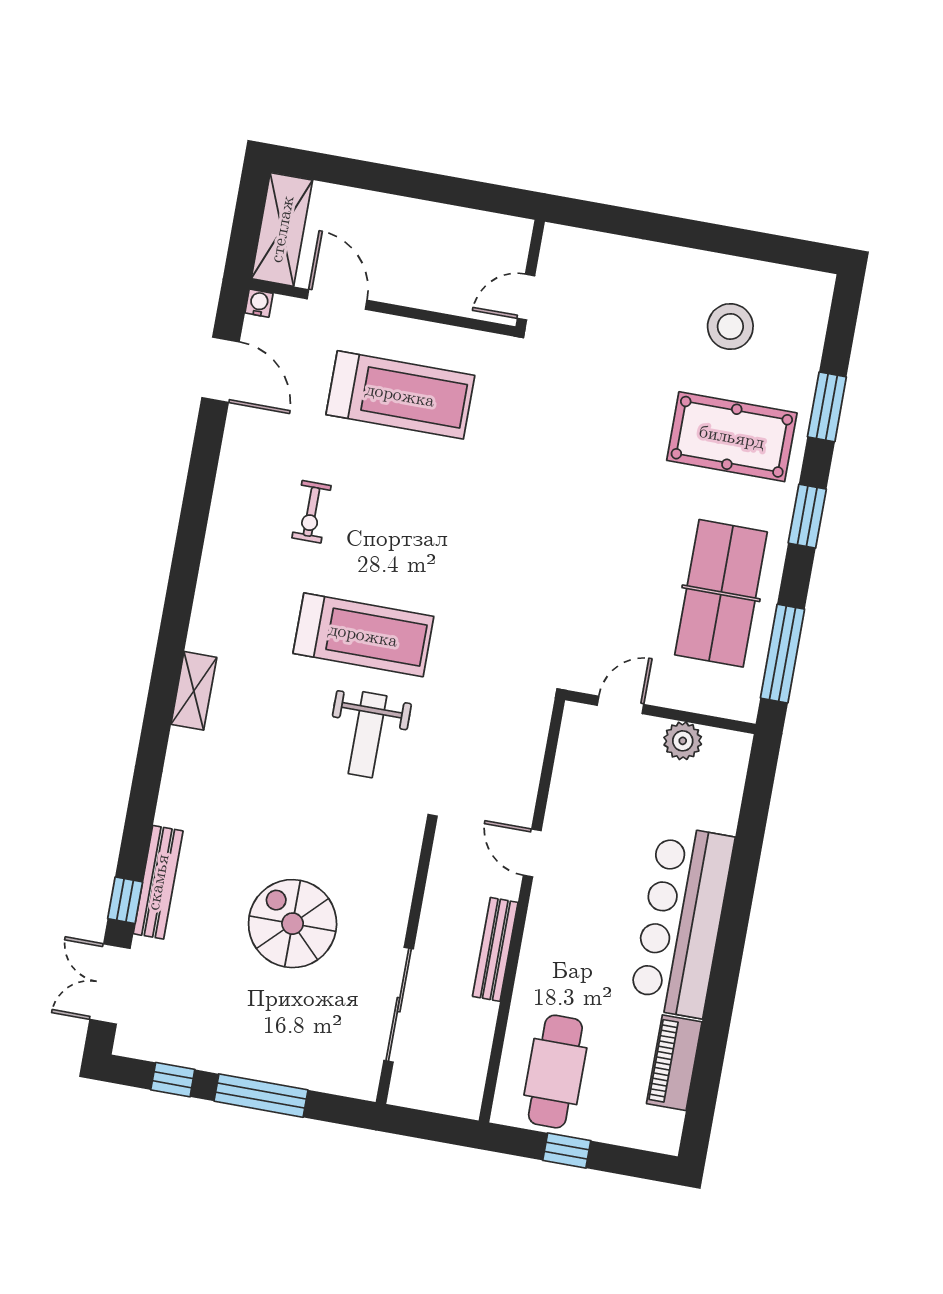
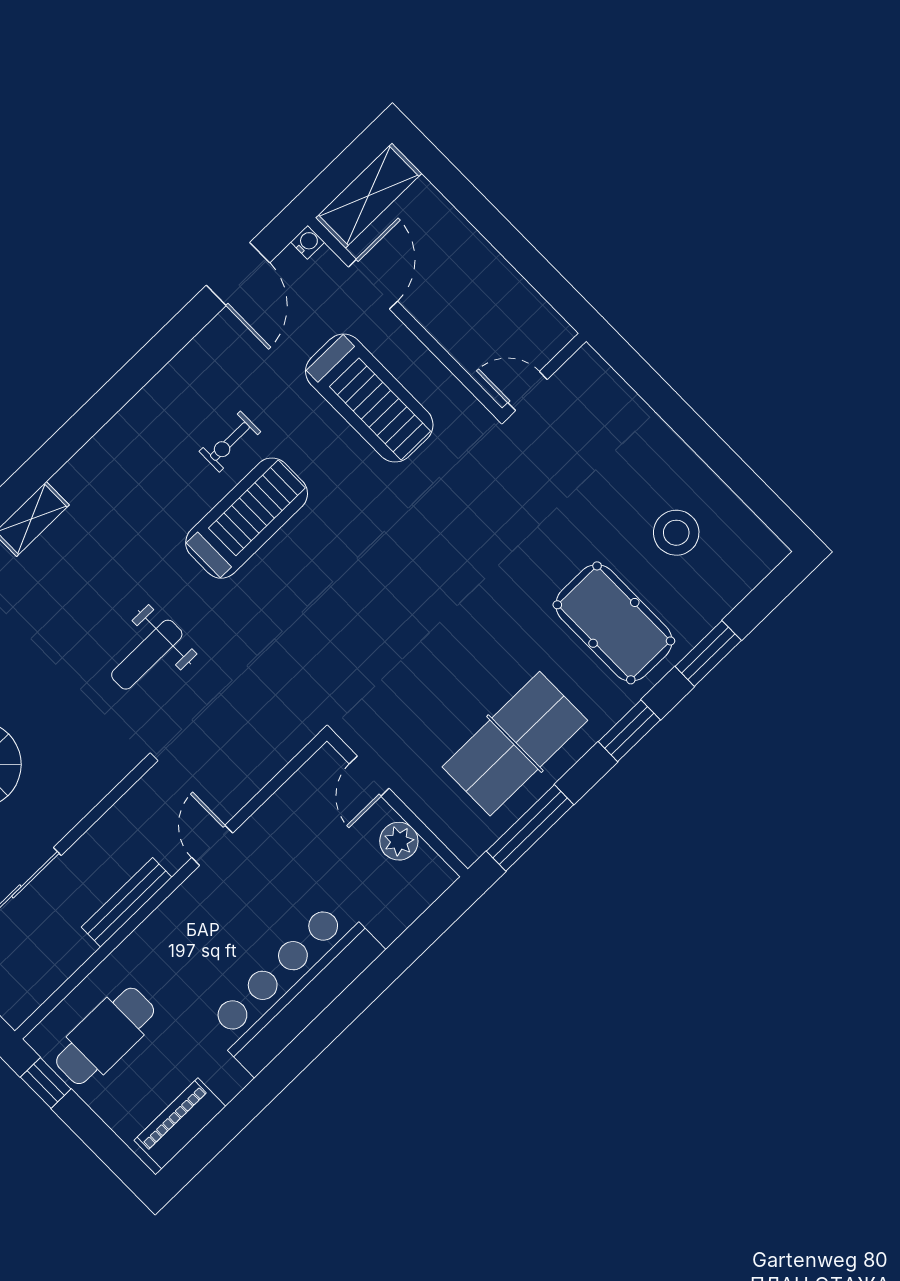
treadmill: (363, 635) -> (247, 518), moved, turned -90
door: (620, 705) -> (369, 776), swing flipped
piano: (674, 1063) -> (180, 1123), moved
window: (567, 1151) -> (46, 1083), moved

